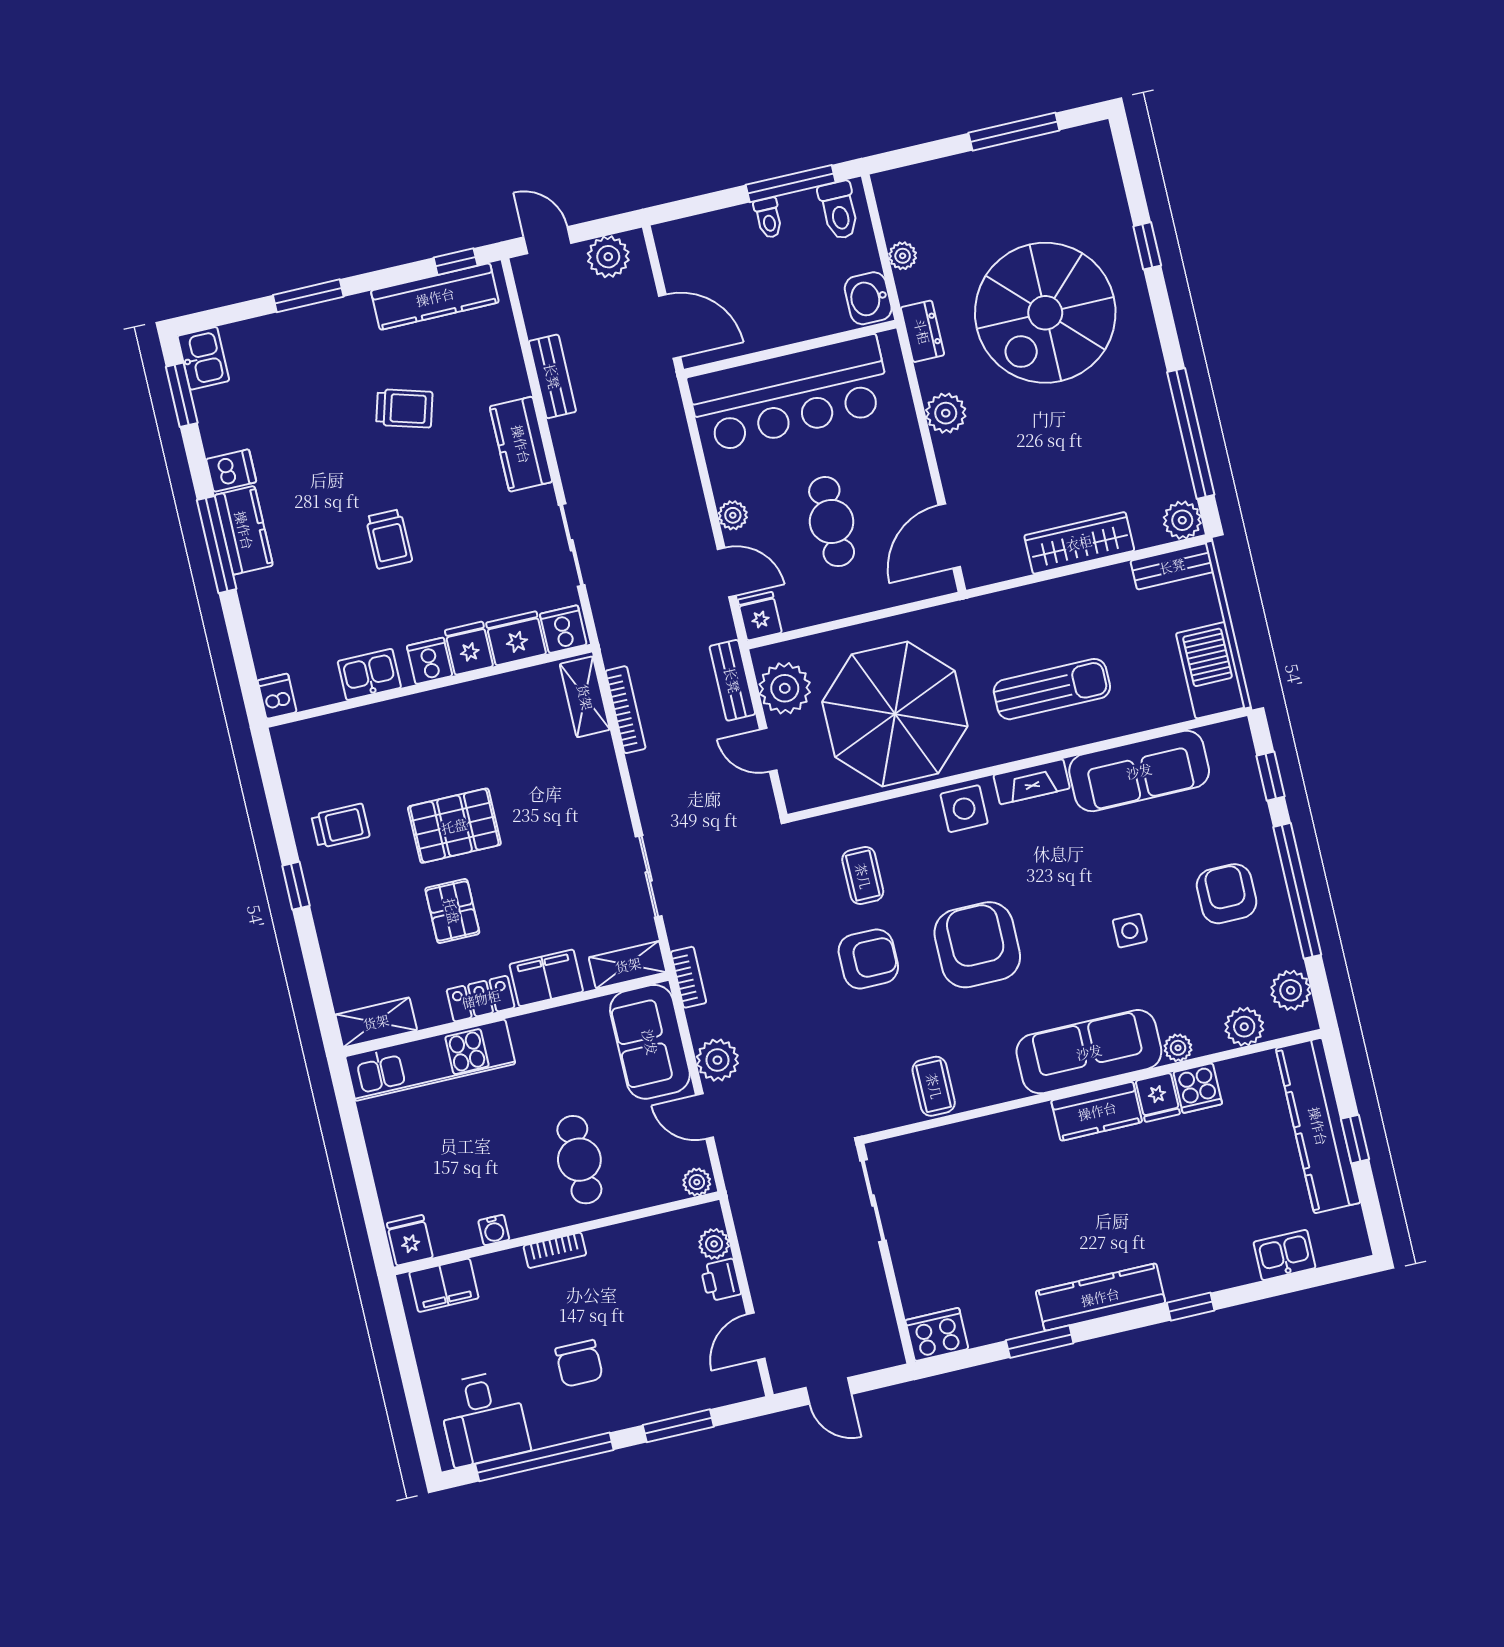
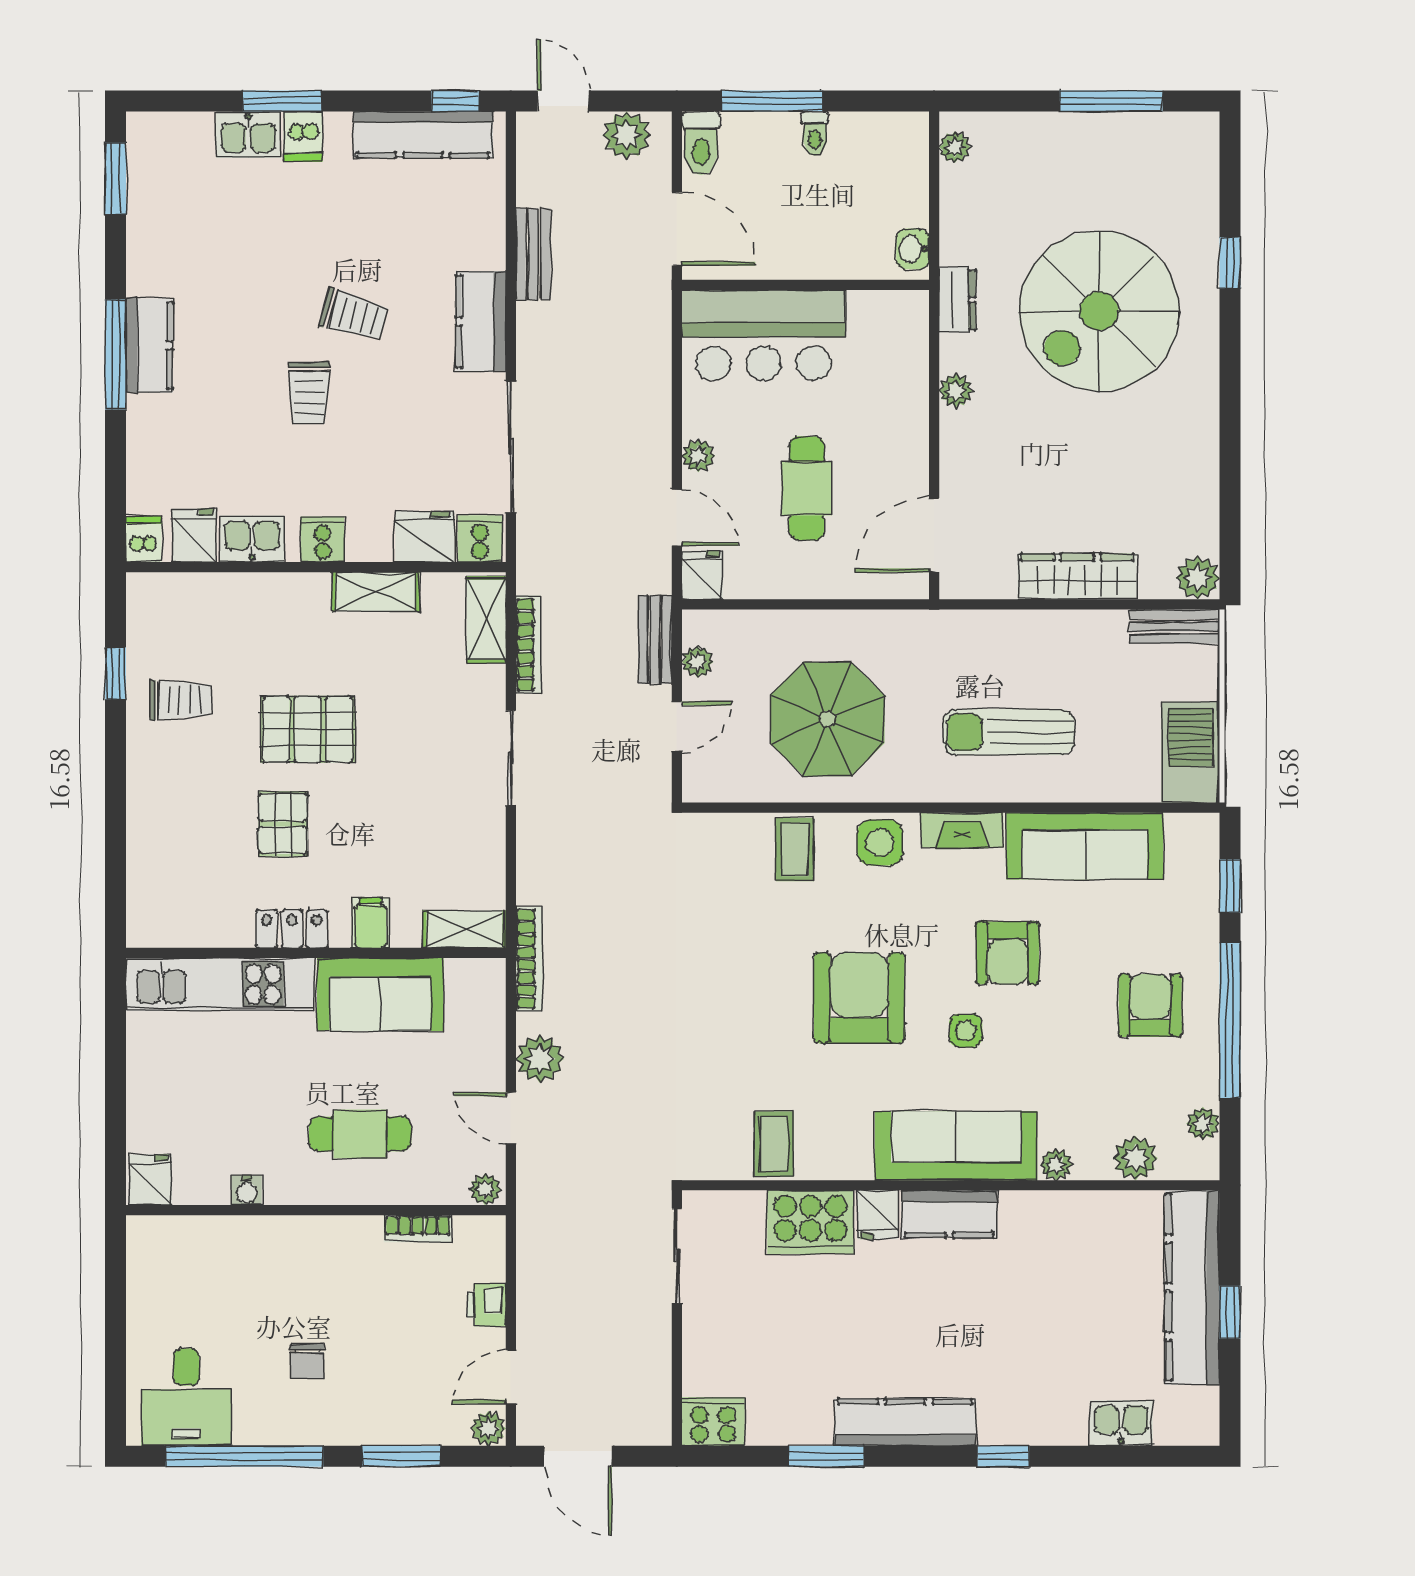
window: (791, 184) -> (772, 101), moved
toilet: (839, 210) -> (701, 143), moved
plant: (903, 256) -> (955, 147), moved
washbasin: (868, 298) -> (913, 249), width x0.72, depth x0.69
kitchen sink: (203, 358) -> (248, 135), moved, turned 90
bar counter: (790, 394) -> (763, 335), width x0.73
trolley: (404, 408) -> (354, 315), moved
plant: (946, 413) -> (956, 391), width x0.73, depth x0.73
window: (1191, 433) -> (1230, 483), removed
dishwasher: (231, 471) -> (303, 137), moved, turned 90
sliding door: (572, 545) -> (511, 447), width x1.37
fridge: (469, 648) -> (194, 535), moved
plant: (785, 688) -> (698, 662), width x0.53, depth x0.53
sun lounger: (1052, 689) -> (1009, 732), turned 180
parasol: (895, 714) -> (827, 719), width x0.73, depth x0.73
door: (768, 750) -> (677, 726), swing flipped
sliding door: (649, 876) -> (511, 758), moved
coffee table: (863, 876) -> (795, 849), moved
window: (296, 886) -> (115, 673), moved
side table: (1130, 931) -> (966, 1031), moved
armchair: (868, 959) -> (1008, 953), moved, turned 90
bookcase: (689, 977) -> (529, 959), width x1.56
filing cabinet: (546, 978) -> (370, 923), width x0.50
plant: (1291, 990) -> (1203, 1123), width x0.73, depth x0.73
shelving: (376, 1022) -> (376, 592), moved
sofa: (650, 1042) -> (380, 994), moved, turned -90
cooker: (1198, 1088) -> (811, 1222), moved, width x1.87, depth x1.31
fridge: (1158, 1097) -> (877, 1215), moved
cafe table: (579, 1160) -> (360, 1134), turned 90
plant: (714, 1244) -> (488, 1428), moved
bookcase: (555, 1250) -> (418, 1229), moved
filing cabinet: (444, 1285) -> (177, 1239), removed
chair: (579, 1363) -> (307, 1361), width x0.73, depth x0.73
door: (829, 1391) -> (578, 1456), width x1.38

